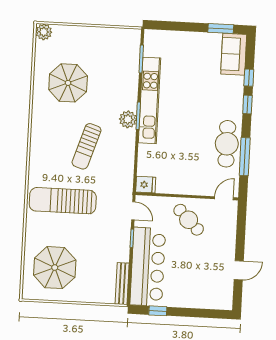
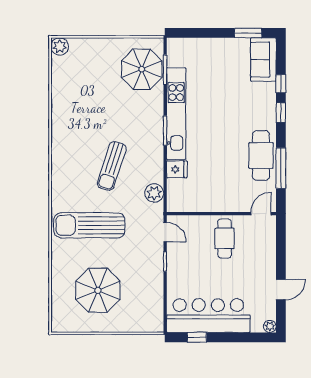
parasol: (68, 83) -> (142, 69), moved
plant: (128, 119) -> (154, 193), moved
fridge: (146, 185) -> (177, 169), moved
cafe table: (189, 220) -> (225, 239), turned 45
bar counter: (148, 267) -> (208, 316), moved, turned -90
parasol: (55, 268) -> (98, 290), moved
bench: (122, 284) -> (157, 310), removed
plant: (227, 304) -> (270, 326), added

